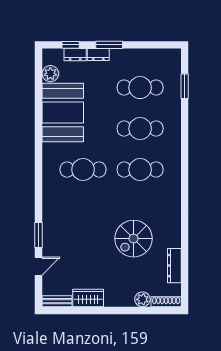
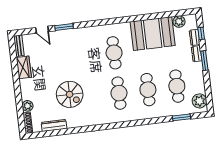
plant: (165, 58) -> (199, 101), added
spiral stairs: (134, 239) -> (70, 94), turned 180

